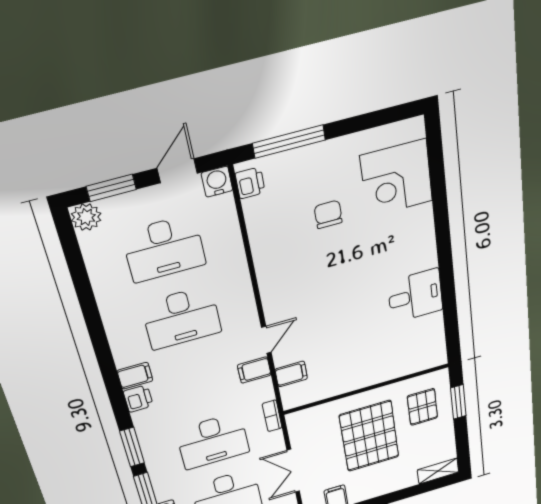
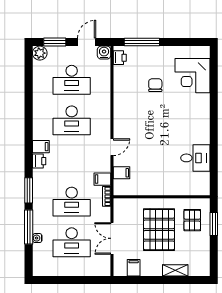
desk: (415, 296) -> (195, 158), moved
filing cabinet: (254, 370) -> (102, 179), moved
shelving: (438, 471) -> (175, 270), moved

